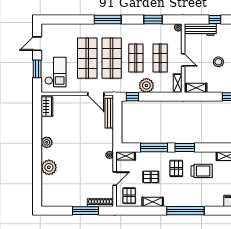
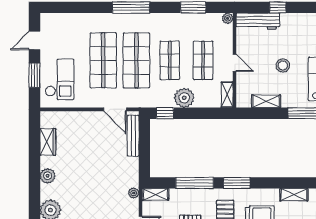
shelving: (196, 88) -> (266, 101), moved
wardrobe: (47, 106) -> (48, 142), moved

